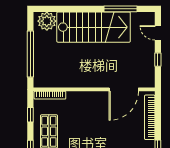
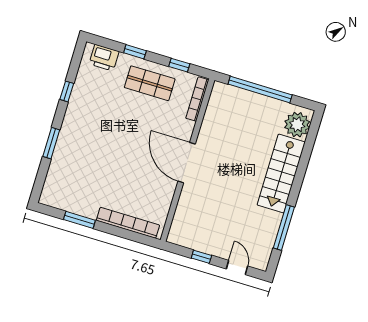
stairs: (94, 27) -> (281, 173), width x0.73, depth x0.66
door: (158, 33) -> (237, 267), hinge flipped
door: (124, 89) -> (187, 163), moved

